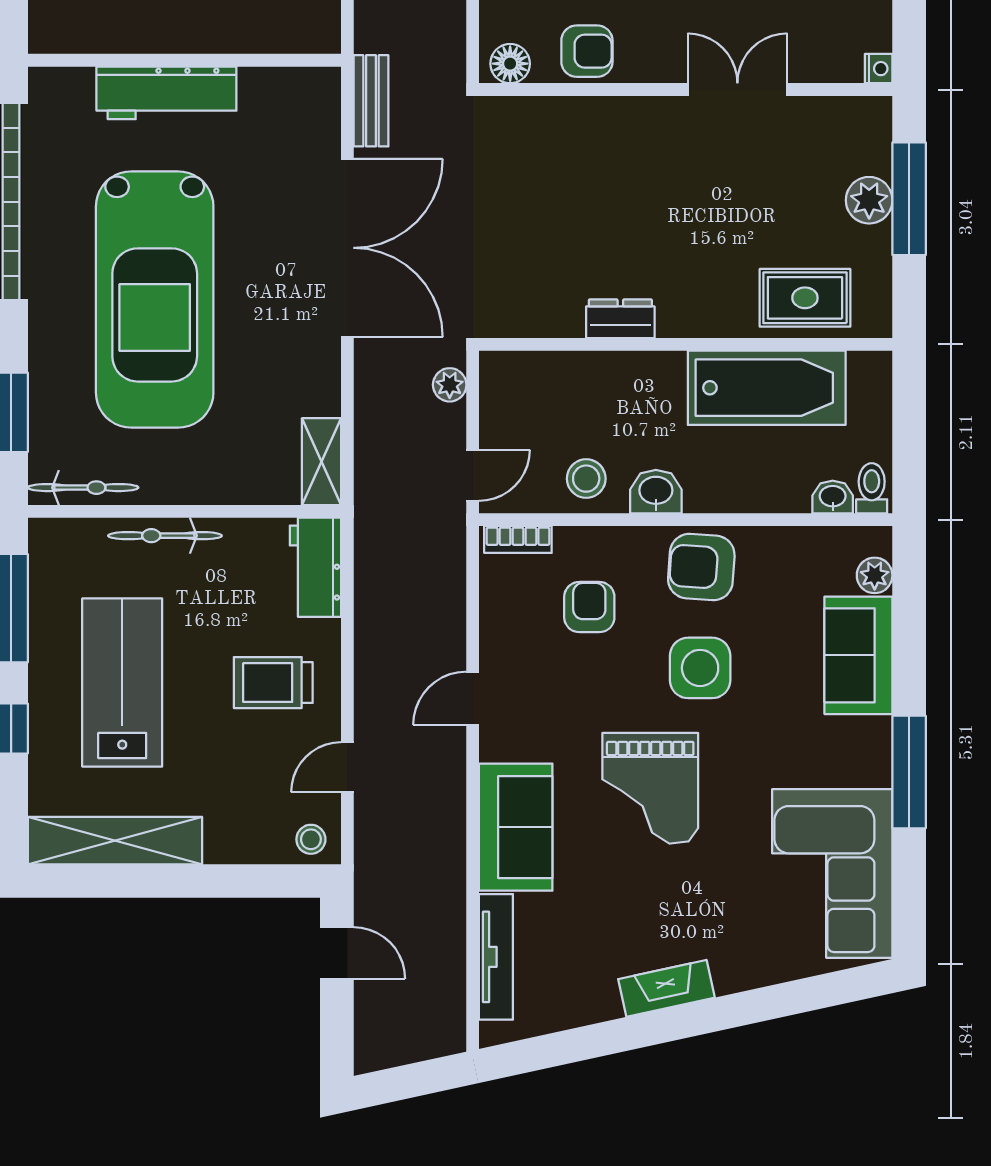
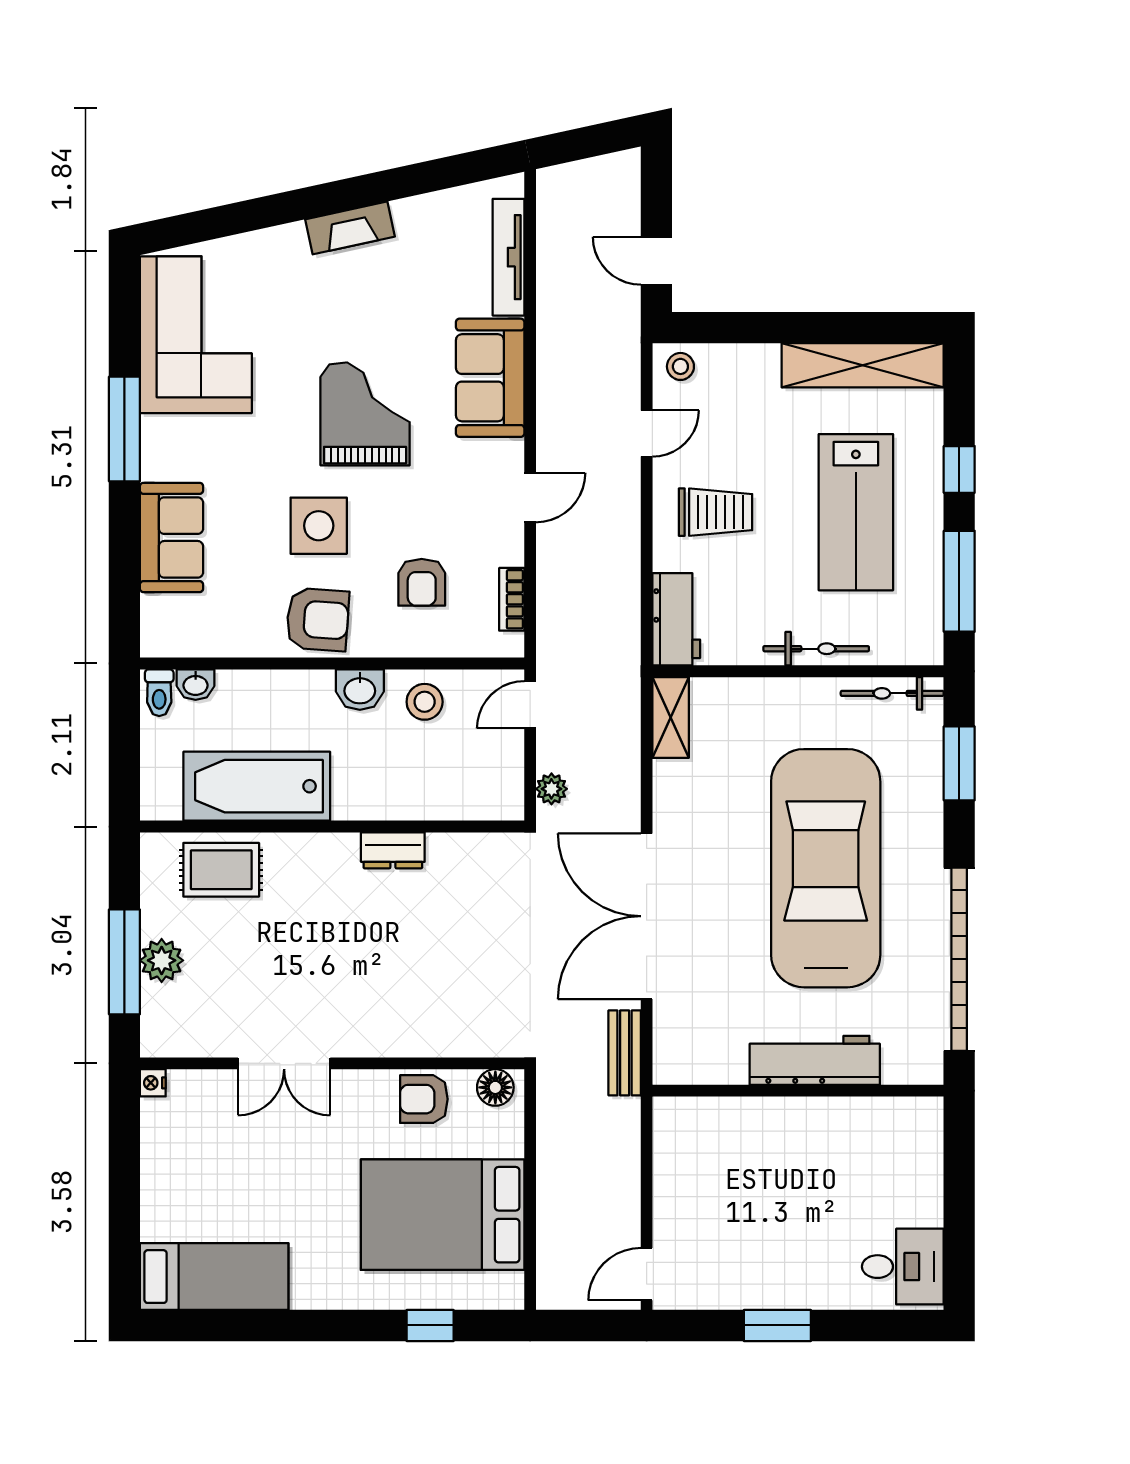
bookcase: (518, 539) -> (512, 599), moved, turned -90
plant: (875, 575) -> (157, 612), removed

